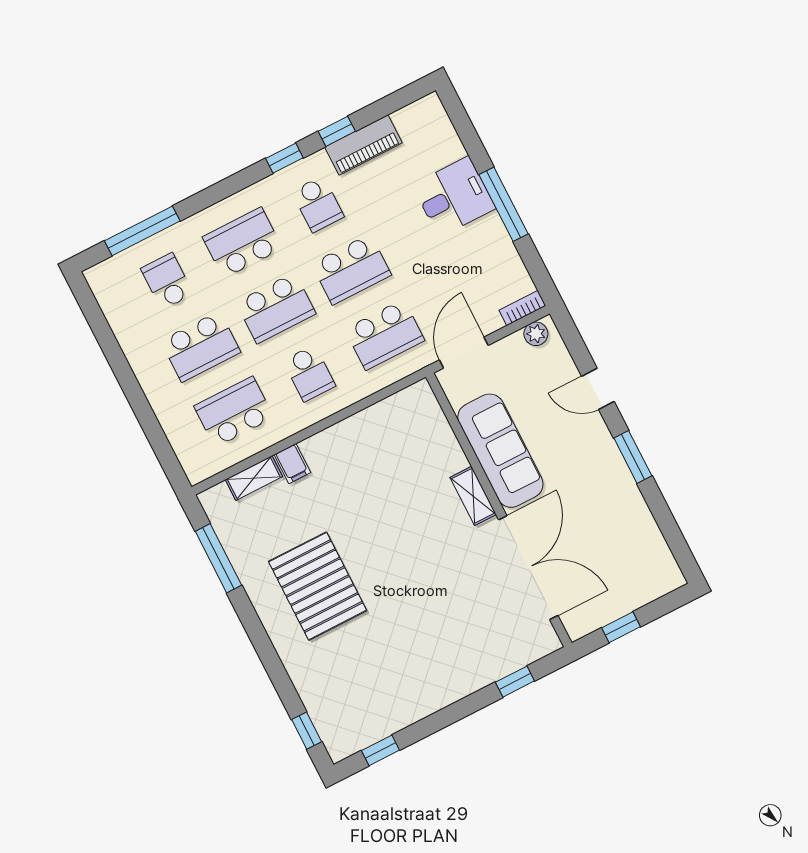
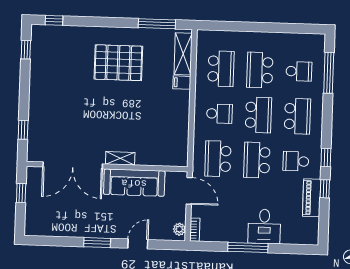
school desk: (276, 308) -> (258, 115), turned 180
school desk: (309, 373) -> (219, 114), turned 180
shelving: (254, 478) -> (183, 54), width x1.50, depth x1.33

